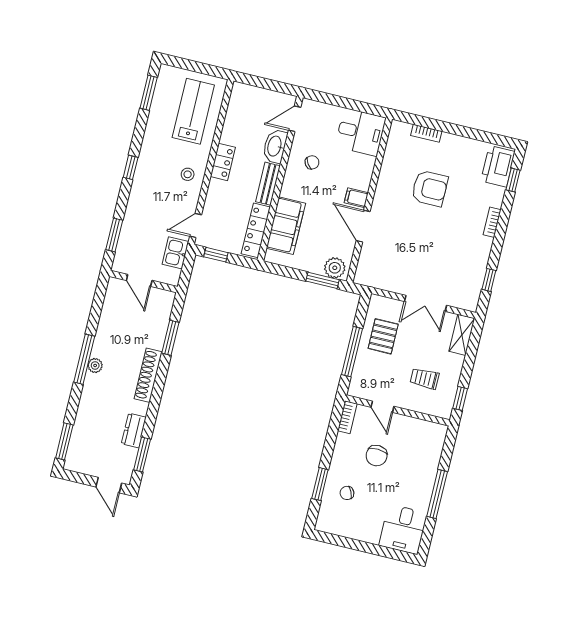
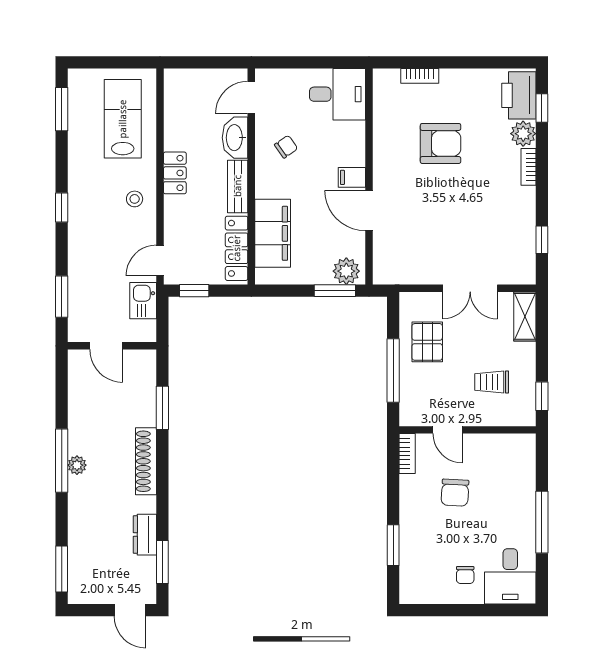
plant: (494, 196) -> (523, 134), added
chair: (347, 493) -> (465, 575), moved, turned -66

